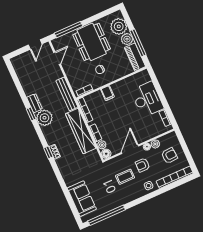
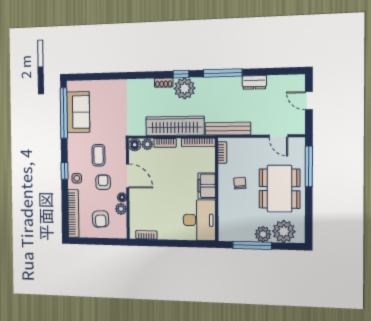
dining table: (92, 42) -> (280, 189), turned 90
door: (35, 44) -> (309, 101), moved
piano: (135, 57) -> (236, 234), removed
filing cabinet: (107, 93) -> (207, 186), width x2.00
desk: (147, 99) -> (199, 220), moved, turned -90
dresser: (34, 103) -> (254, 82), moved
window: (31, 114) -> (223, 73), width x2.17
plant: (44, 118) -> (185, 88), moved
window: (48, 152) -> (181, 74), moved
window: (147, 197) -> (64, 171), added
sofa: (82, 199) -> (78, 112), moved, turned -90

